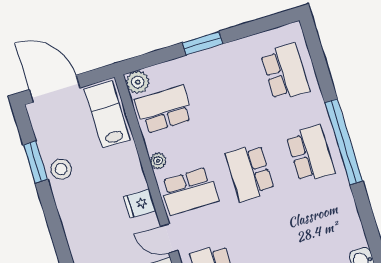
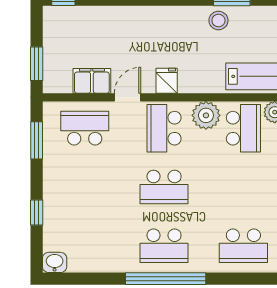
plant: (158, 161) -> (206, 115), width x1.88, depth x1.88
school desk: (250, 172) -> (164, 187), turned 180

